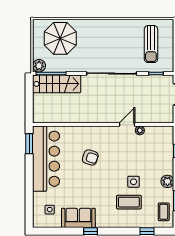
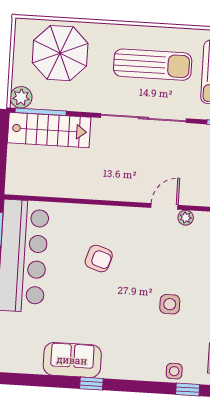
sun lounger: (115, 42) -> (153, 65), added
coffee table: (129, 202) -> (160, 338), removed
side table: (50, 210) -> (174, 371), moved

